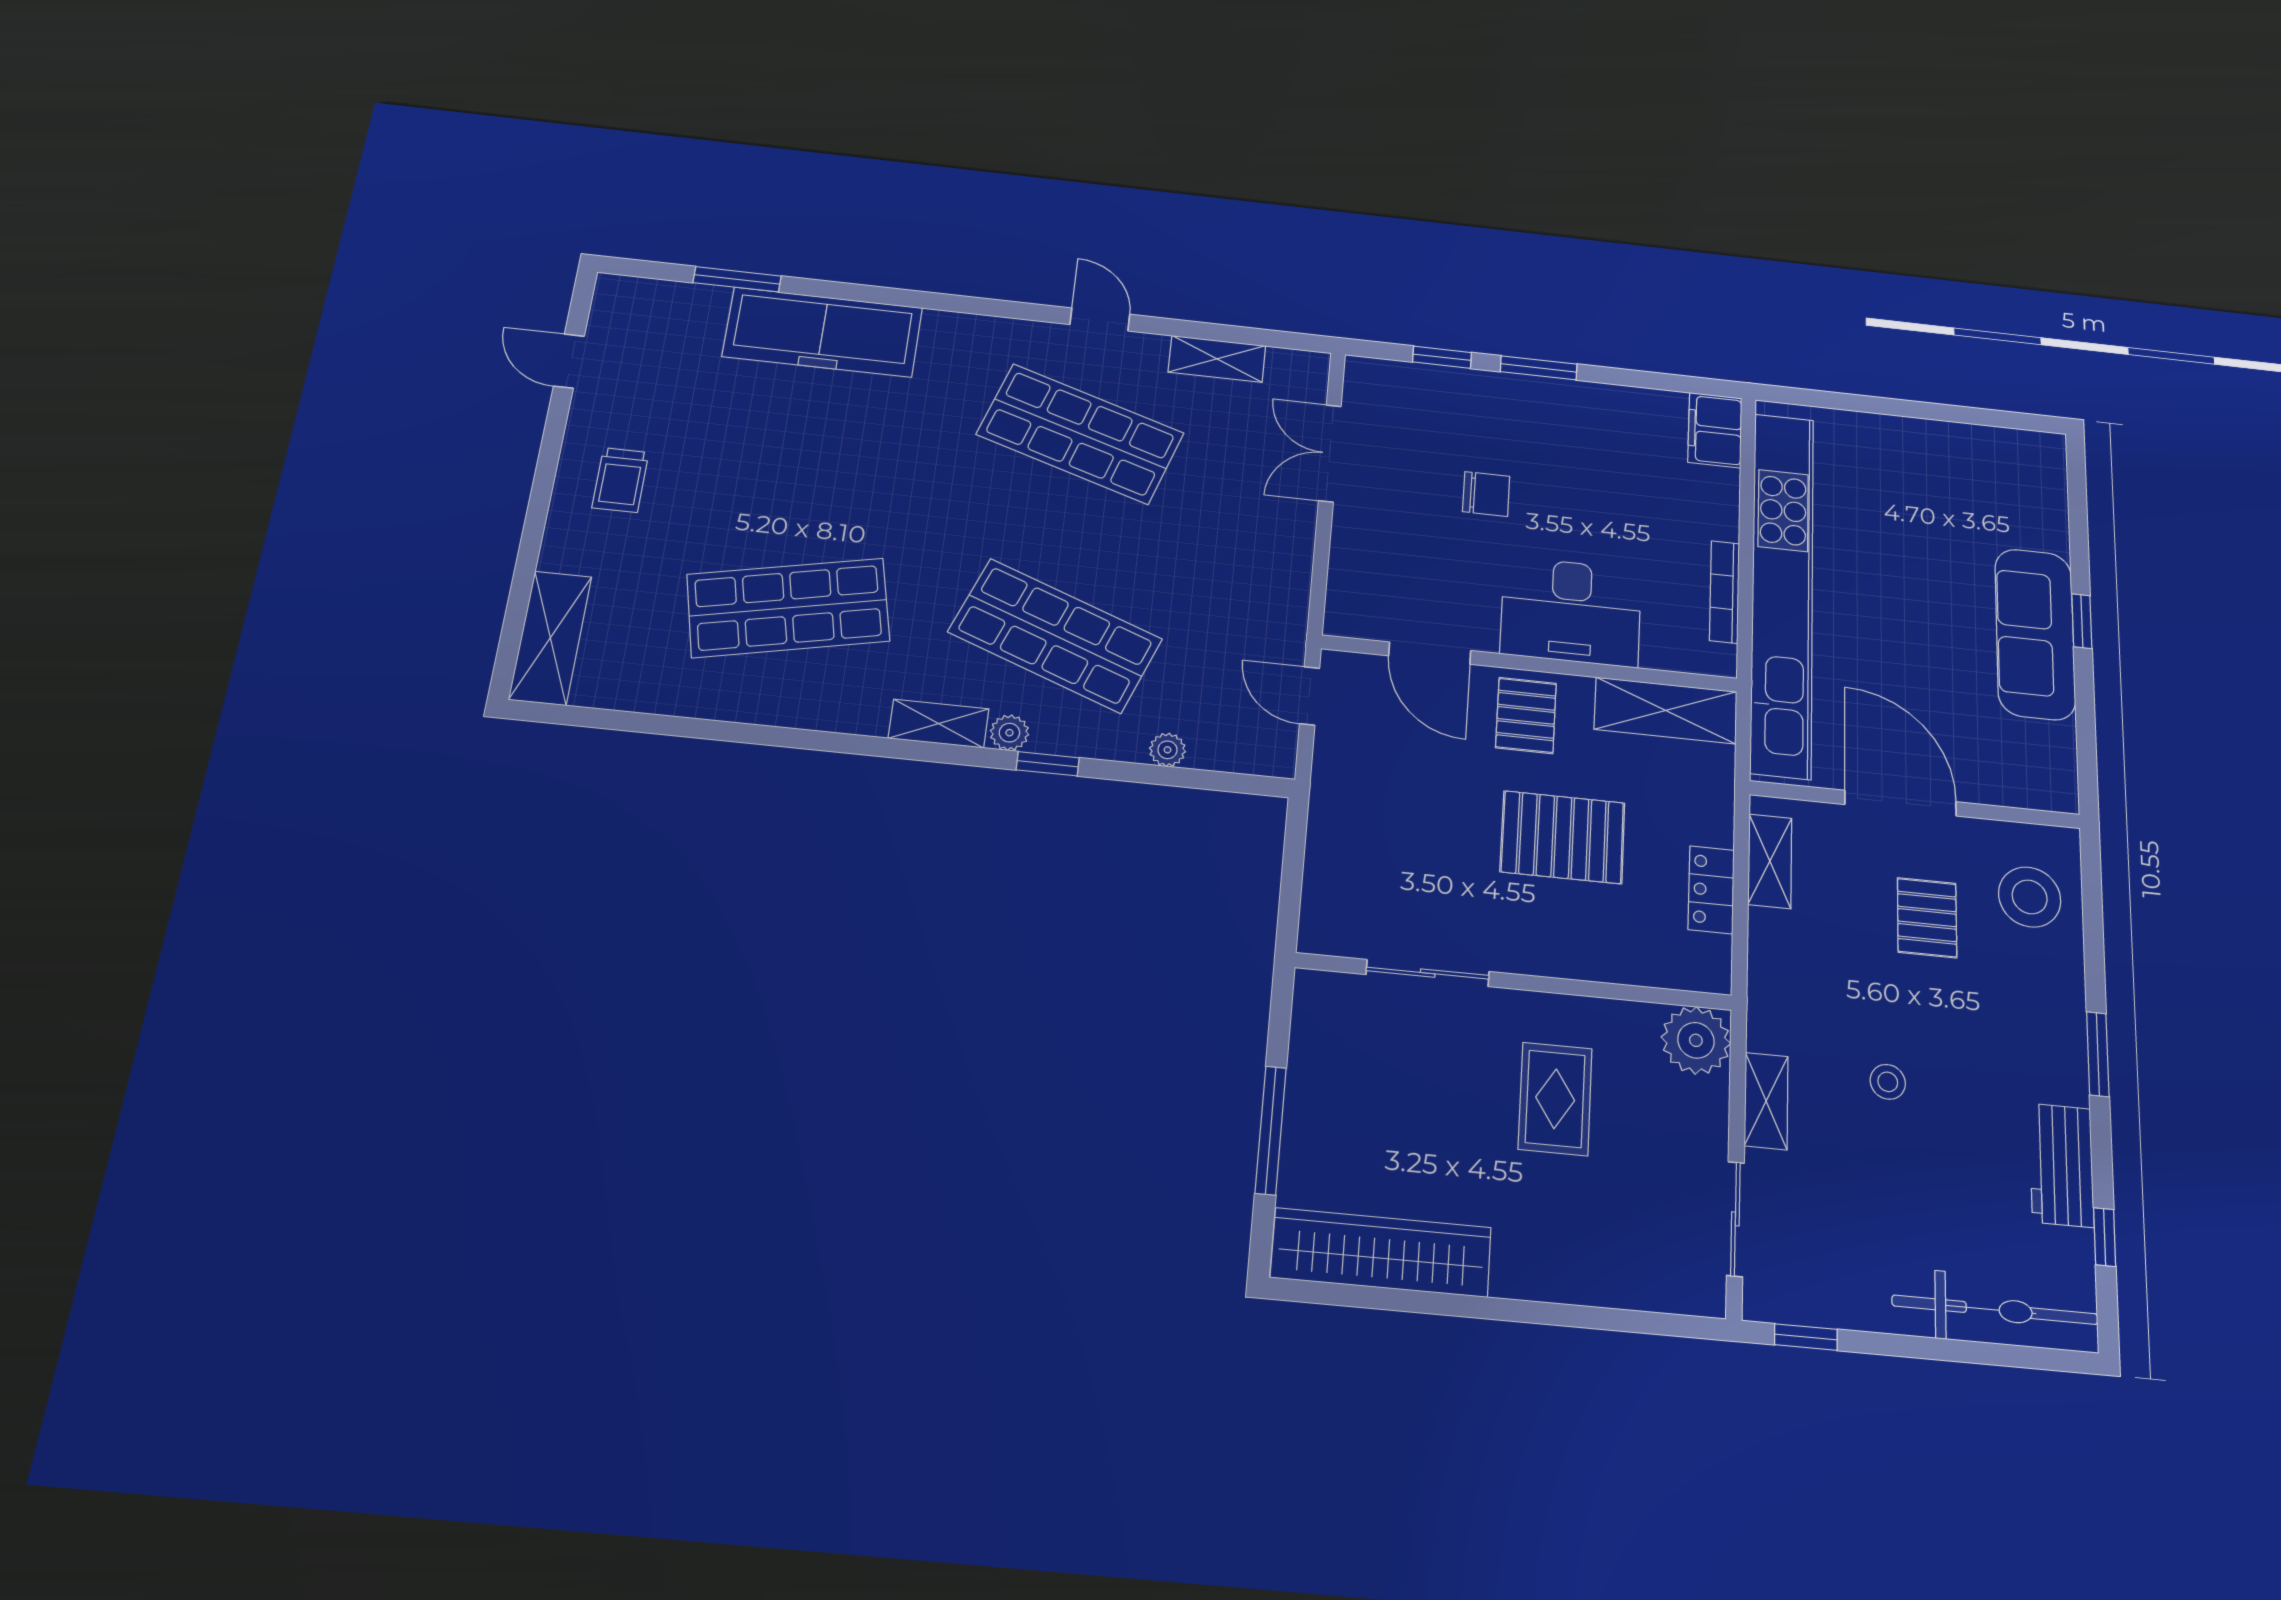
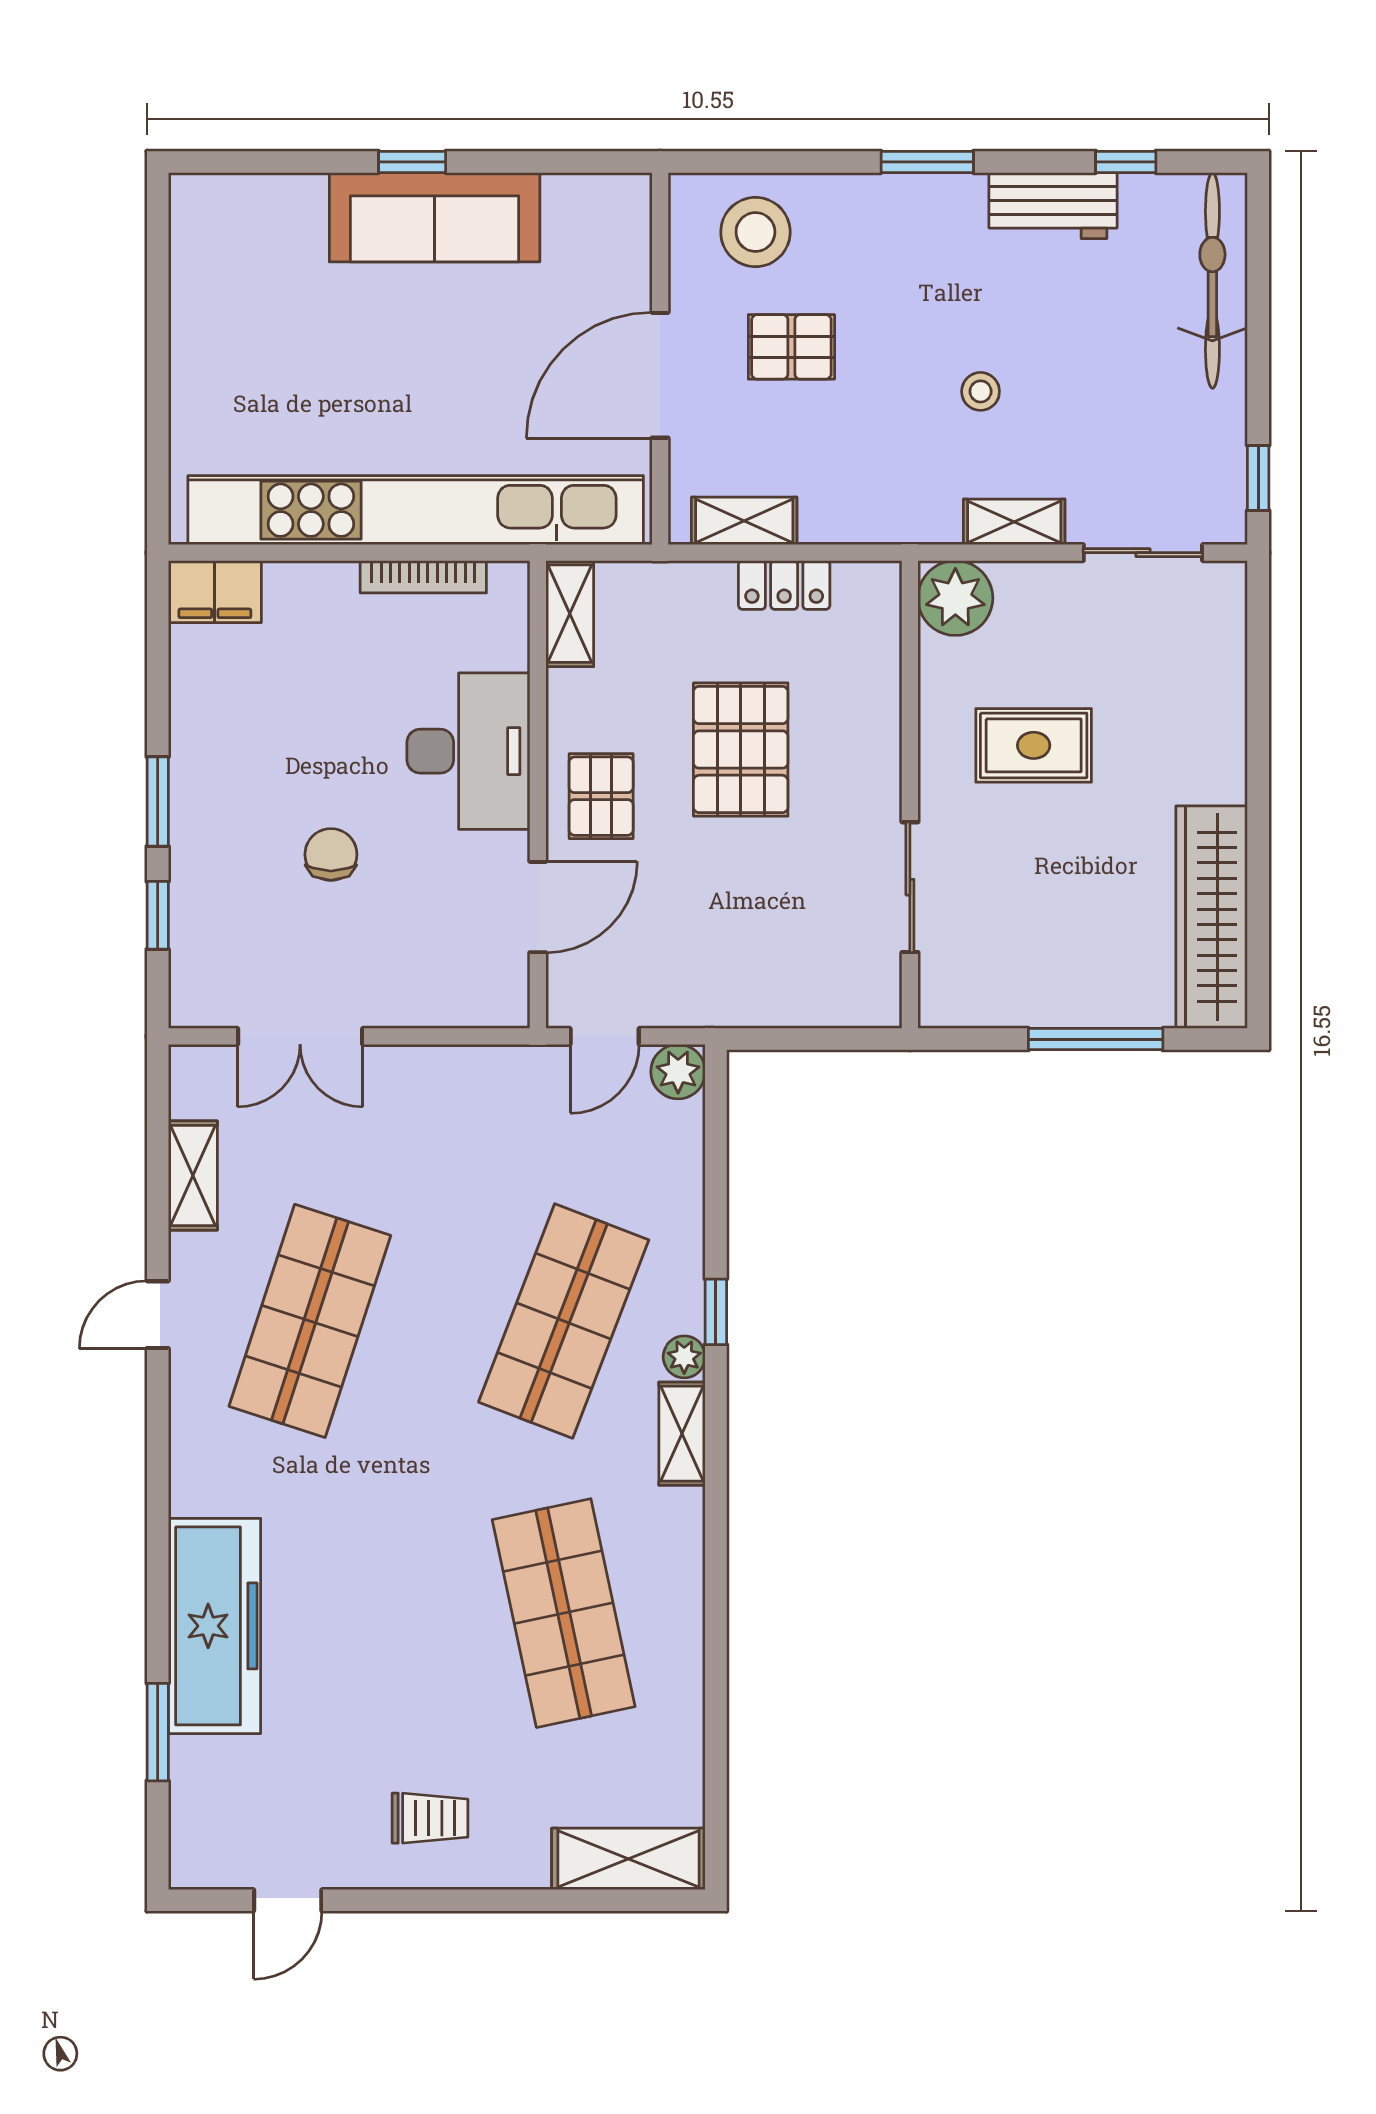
shelving: (1666, 710) -> (570, 614), width x0.67, depth x0.75
pallet: (1526, 715) -> (601, 796), turned 90
plant: (1168, 750) -> (678, 1072), moved, width x1.38, depth x1.38

